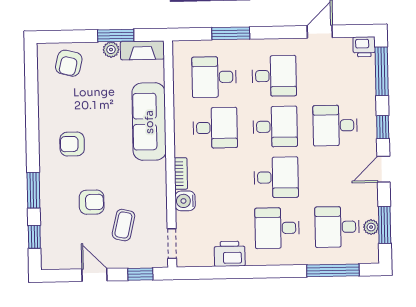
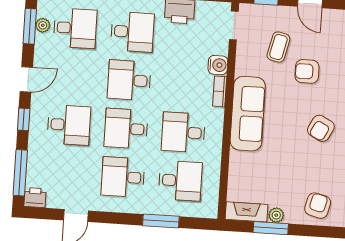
sofa: (149, 122) -> (248, 114), moved
armchair: (72, 144) -> (321, 128), turned 117

